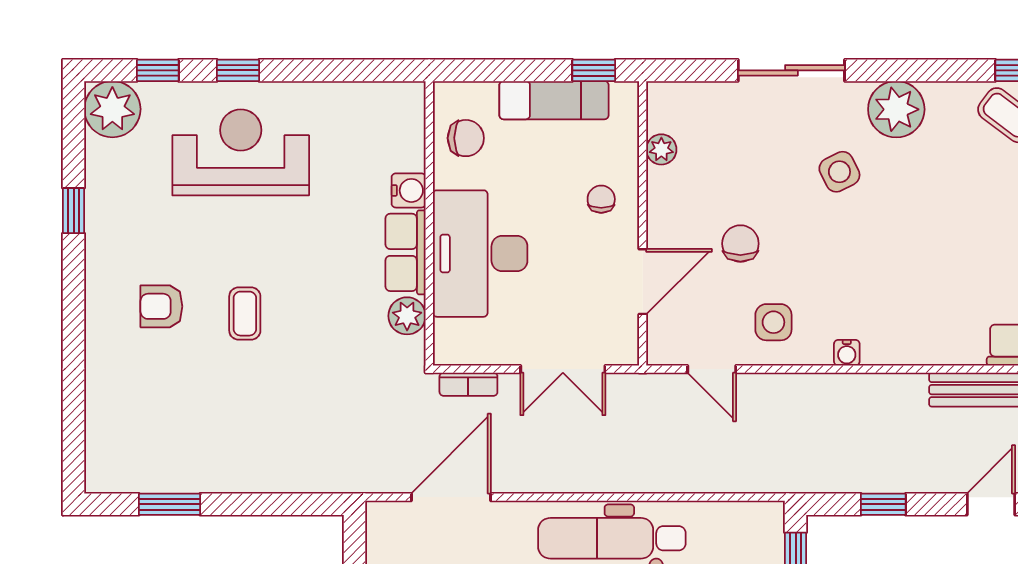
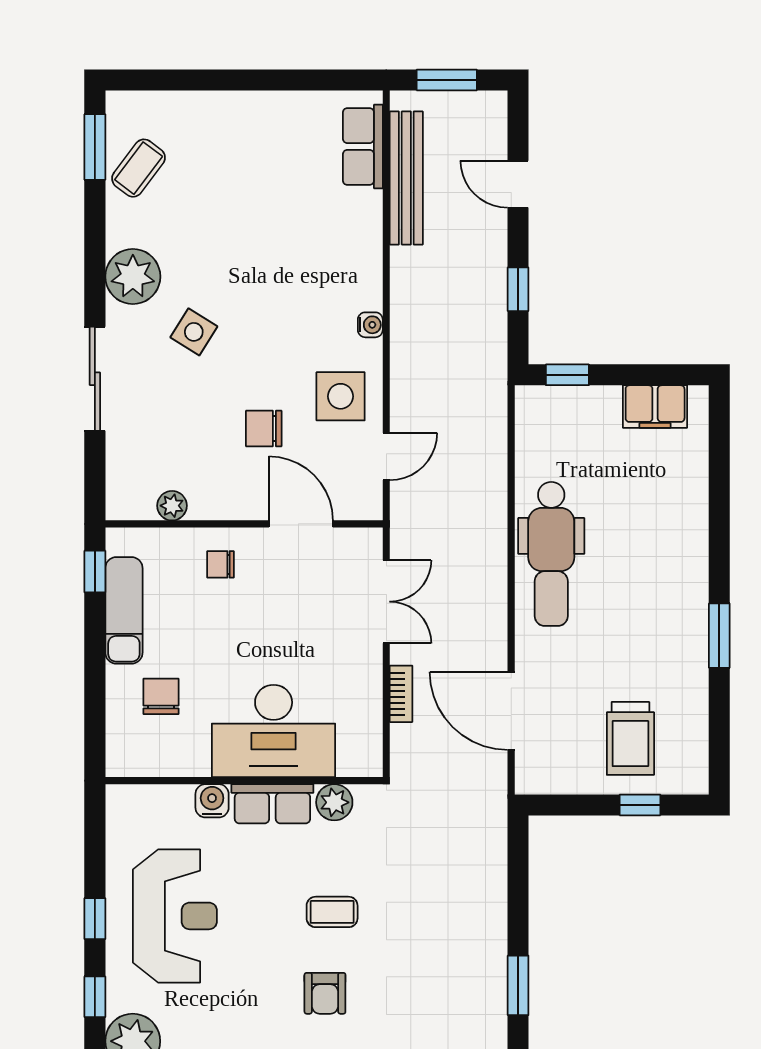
reception desk: (241, 152) -> (175, 916), turned 180
side table: (839, 172) -> (194, 332), turned -31
water cooler: (409, 190) -> (212, 801), moved
wall: (429, 223) -> (244, 781), moved
row of seats: (406, 252) -> (272, 804), moved
desk: (480, 254) -> (274, 731), moved
plant: (407, 316) -> (334, 802), moved
side table: (773, 322) -> (341, 396), width x1.37, depth x1.37

